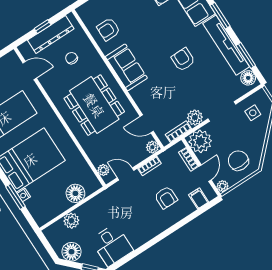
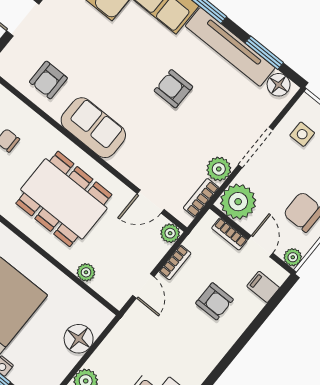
plant: (103, 170) -> (86, 272), moved
door: (126, 174) -> (143, 286), swing flipped

